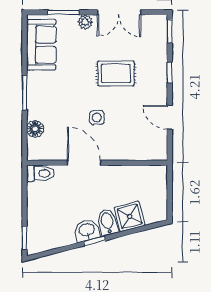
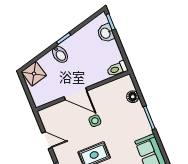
door: (84, 163) -> (75, 94), moved
shower: (130, 216) -> (34, 74), moved
washbasin: (87, 230) -> (106, 33), moved, turned 104

